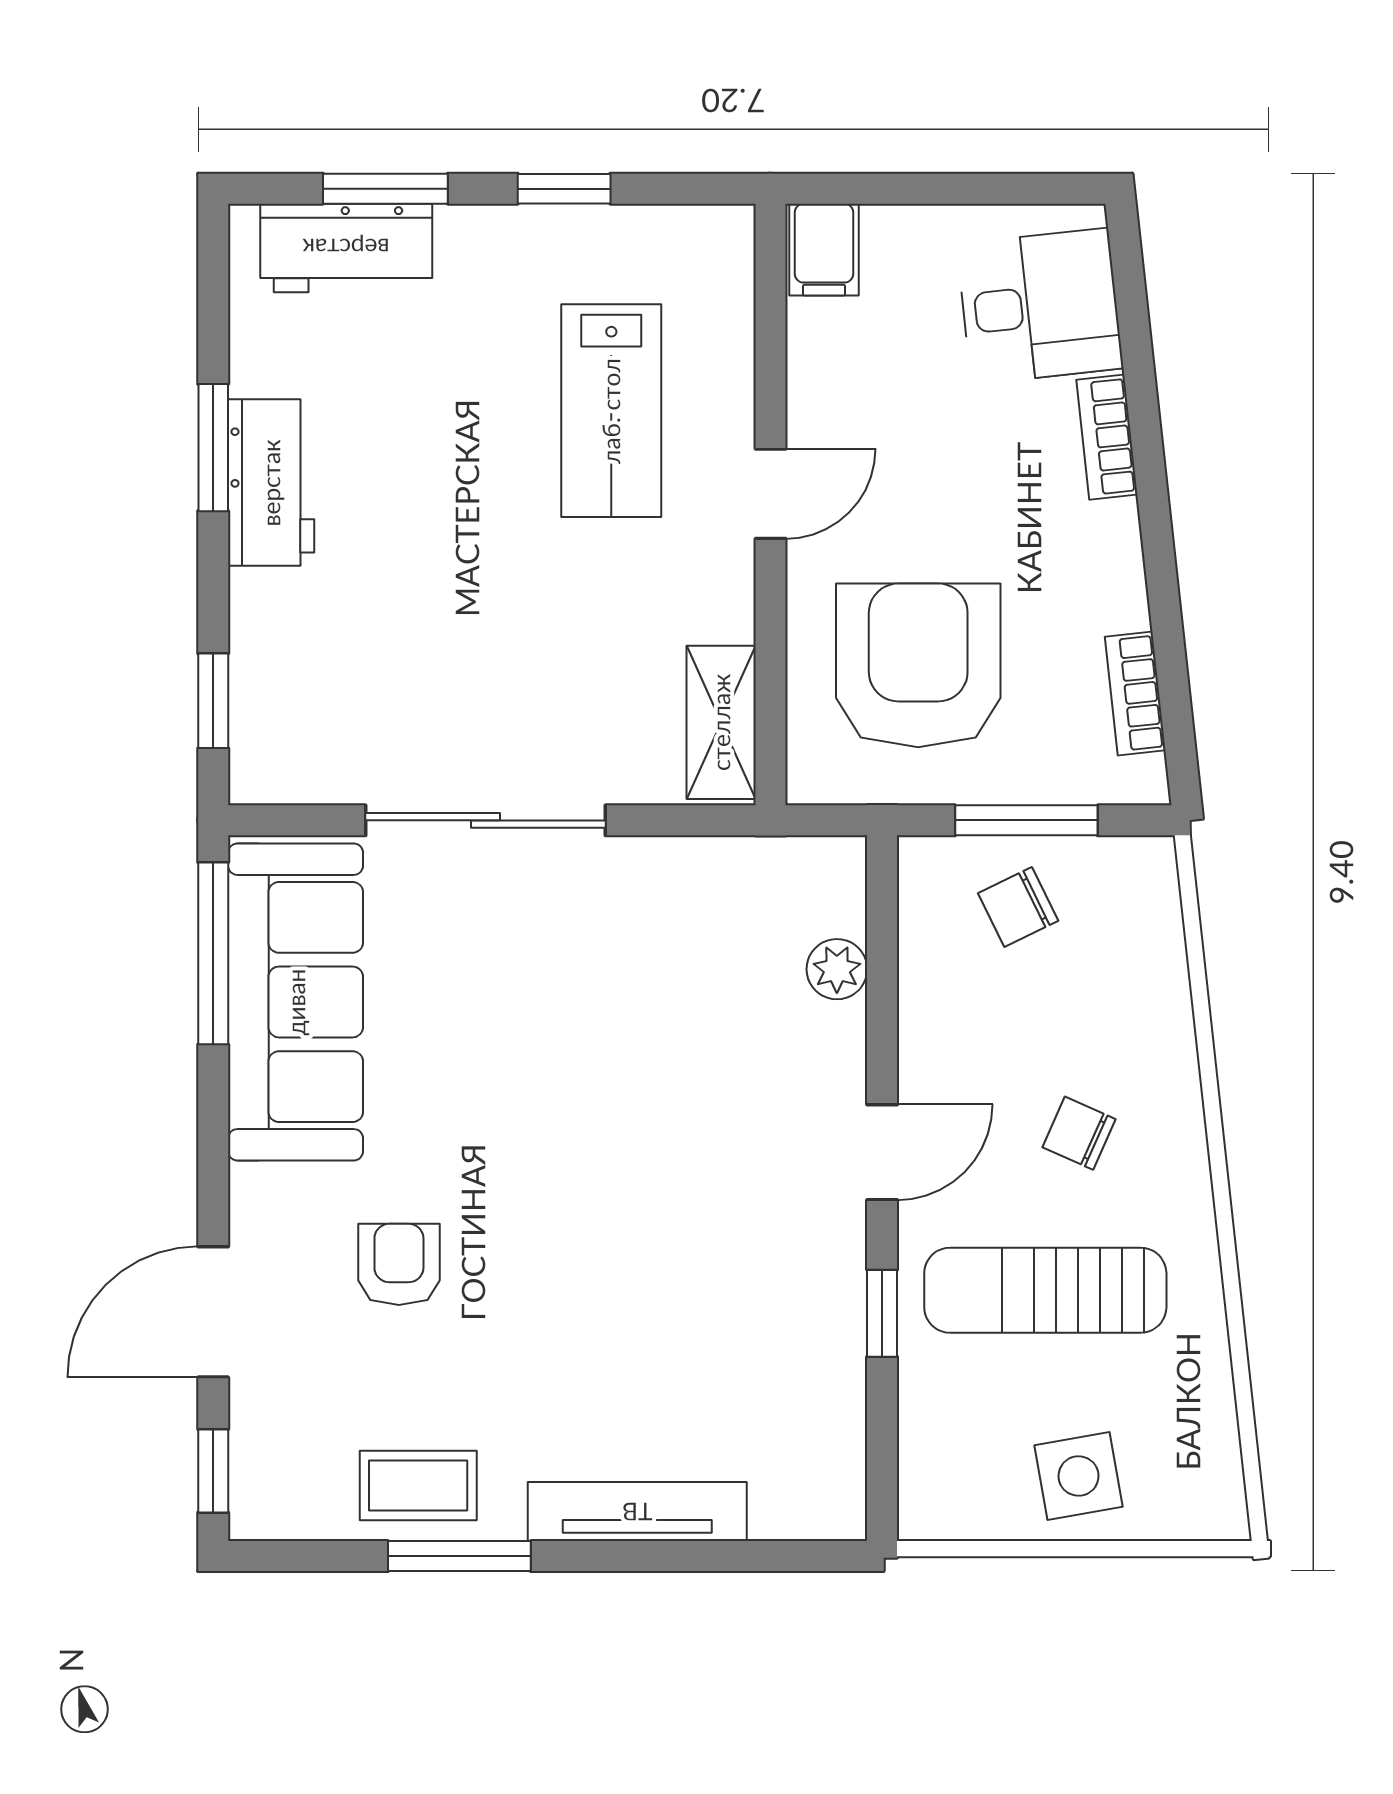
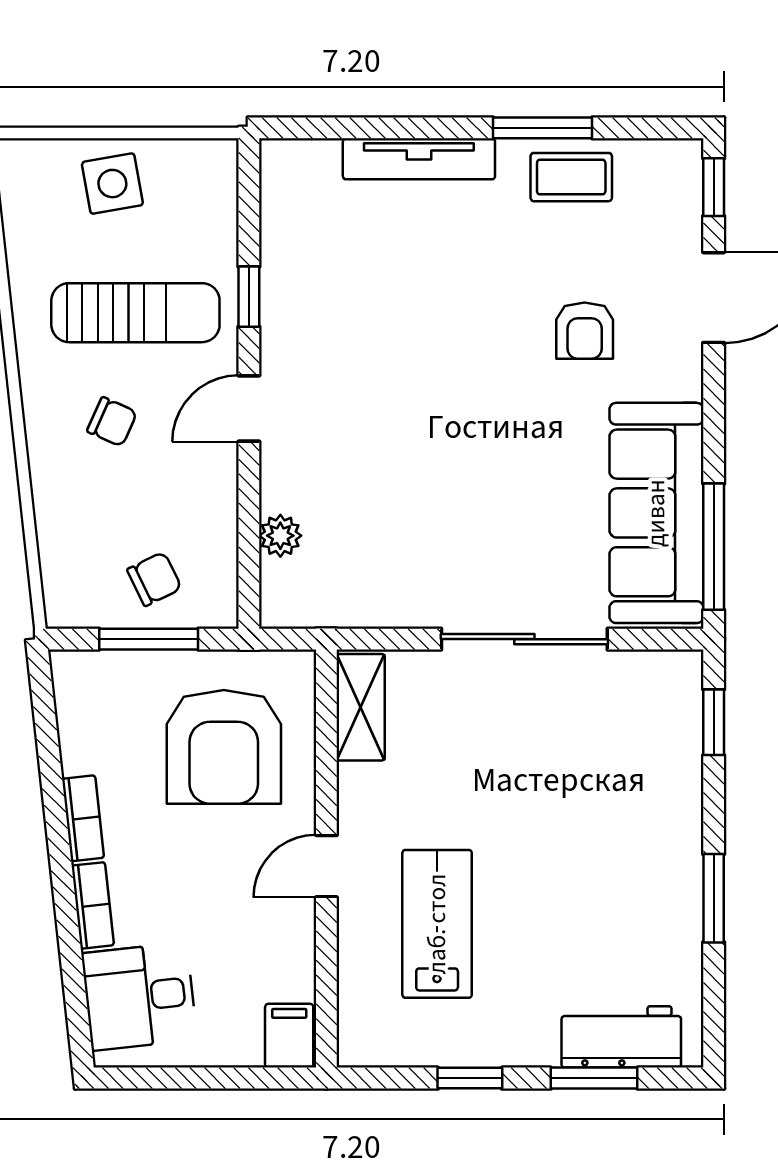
workbench: (271, 483) -> (673, 874), removed
bookcase: (1135, 693) -> (83, 818), moved

